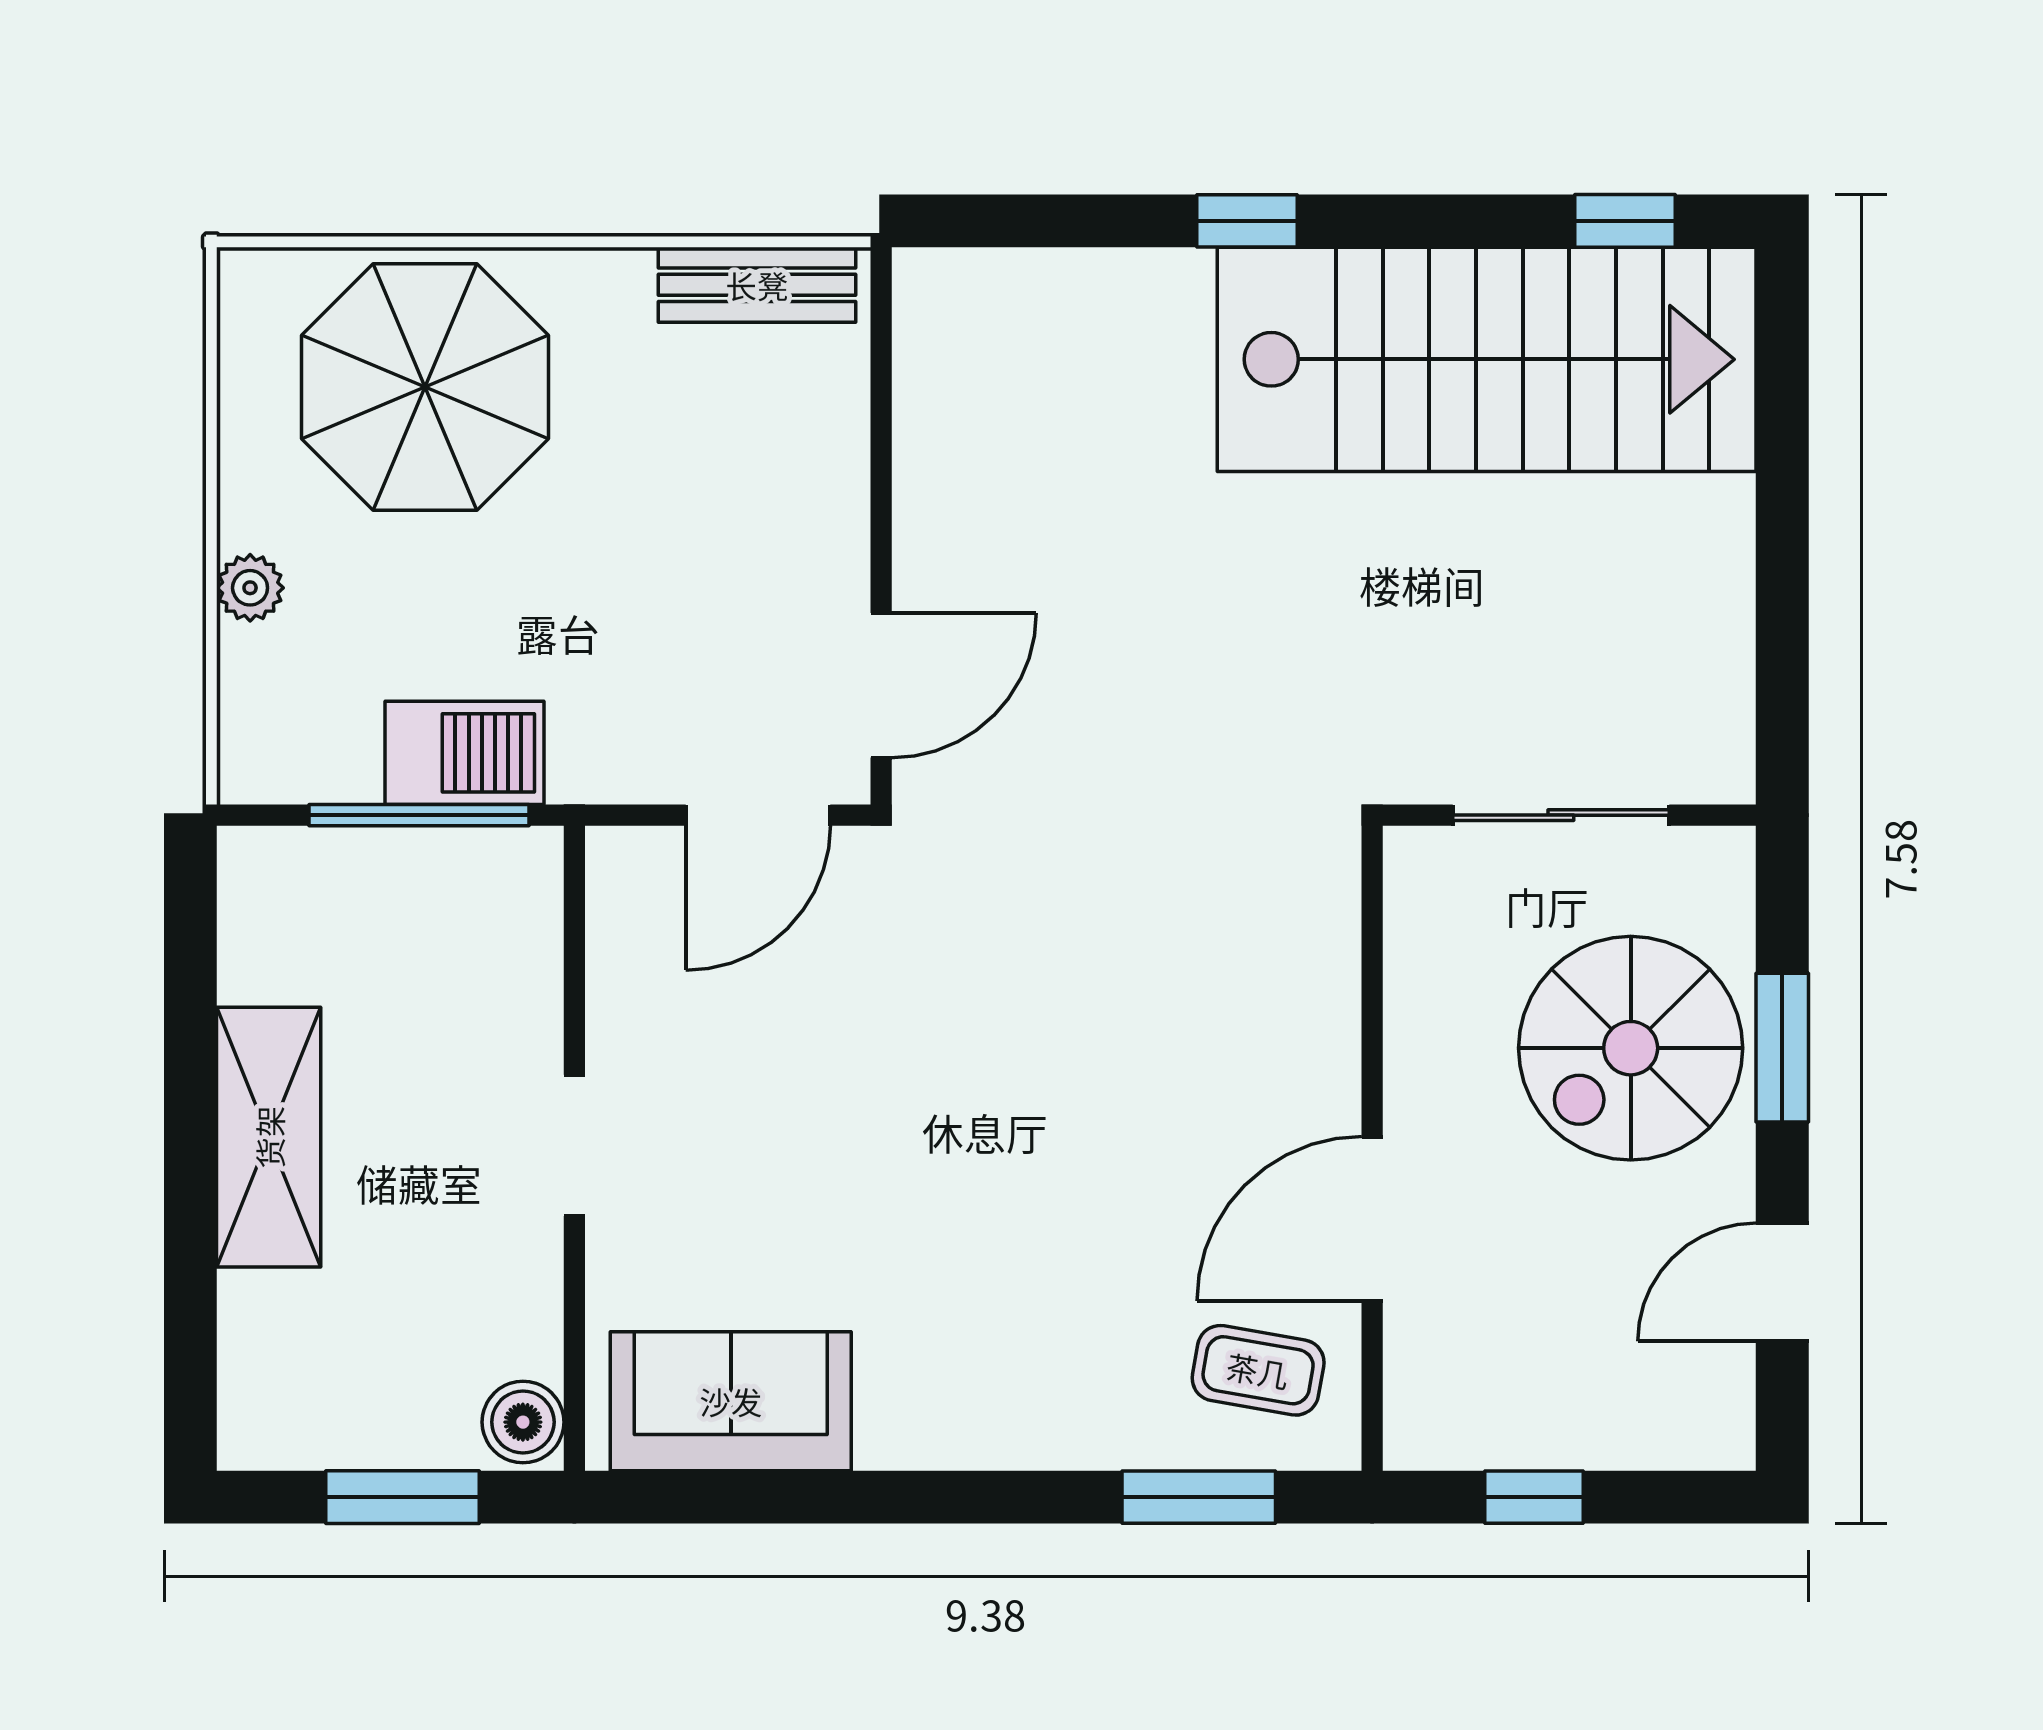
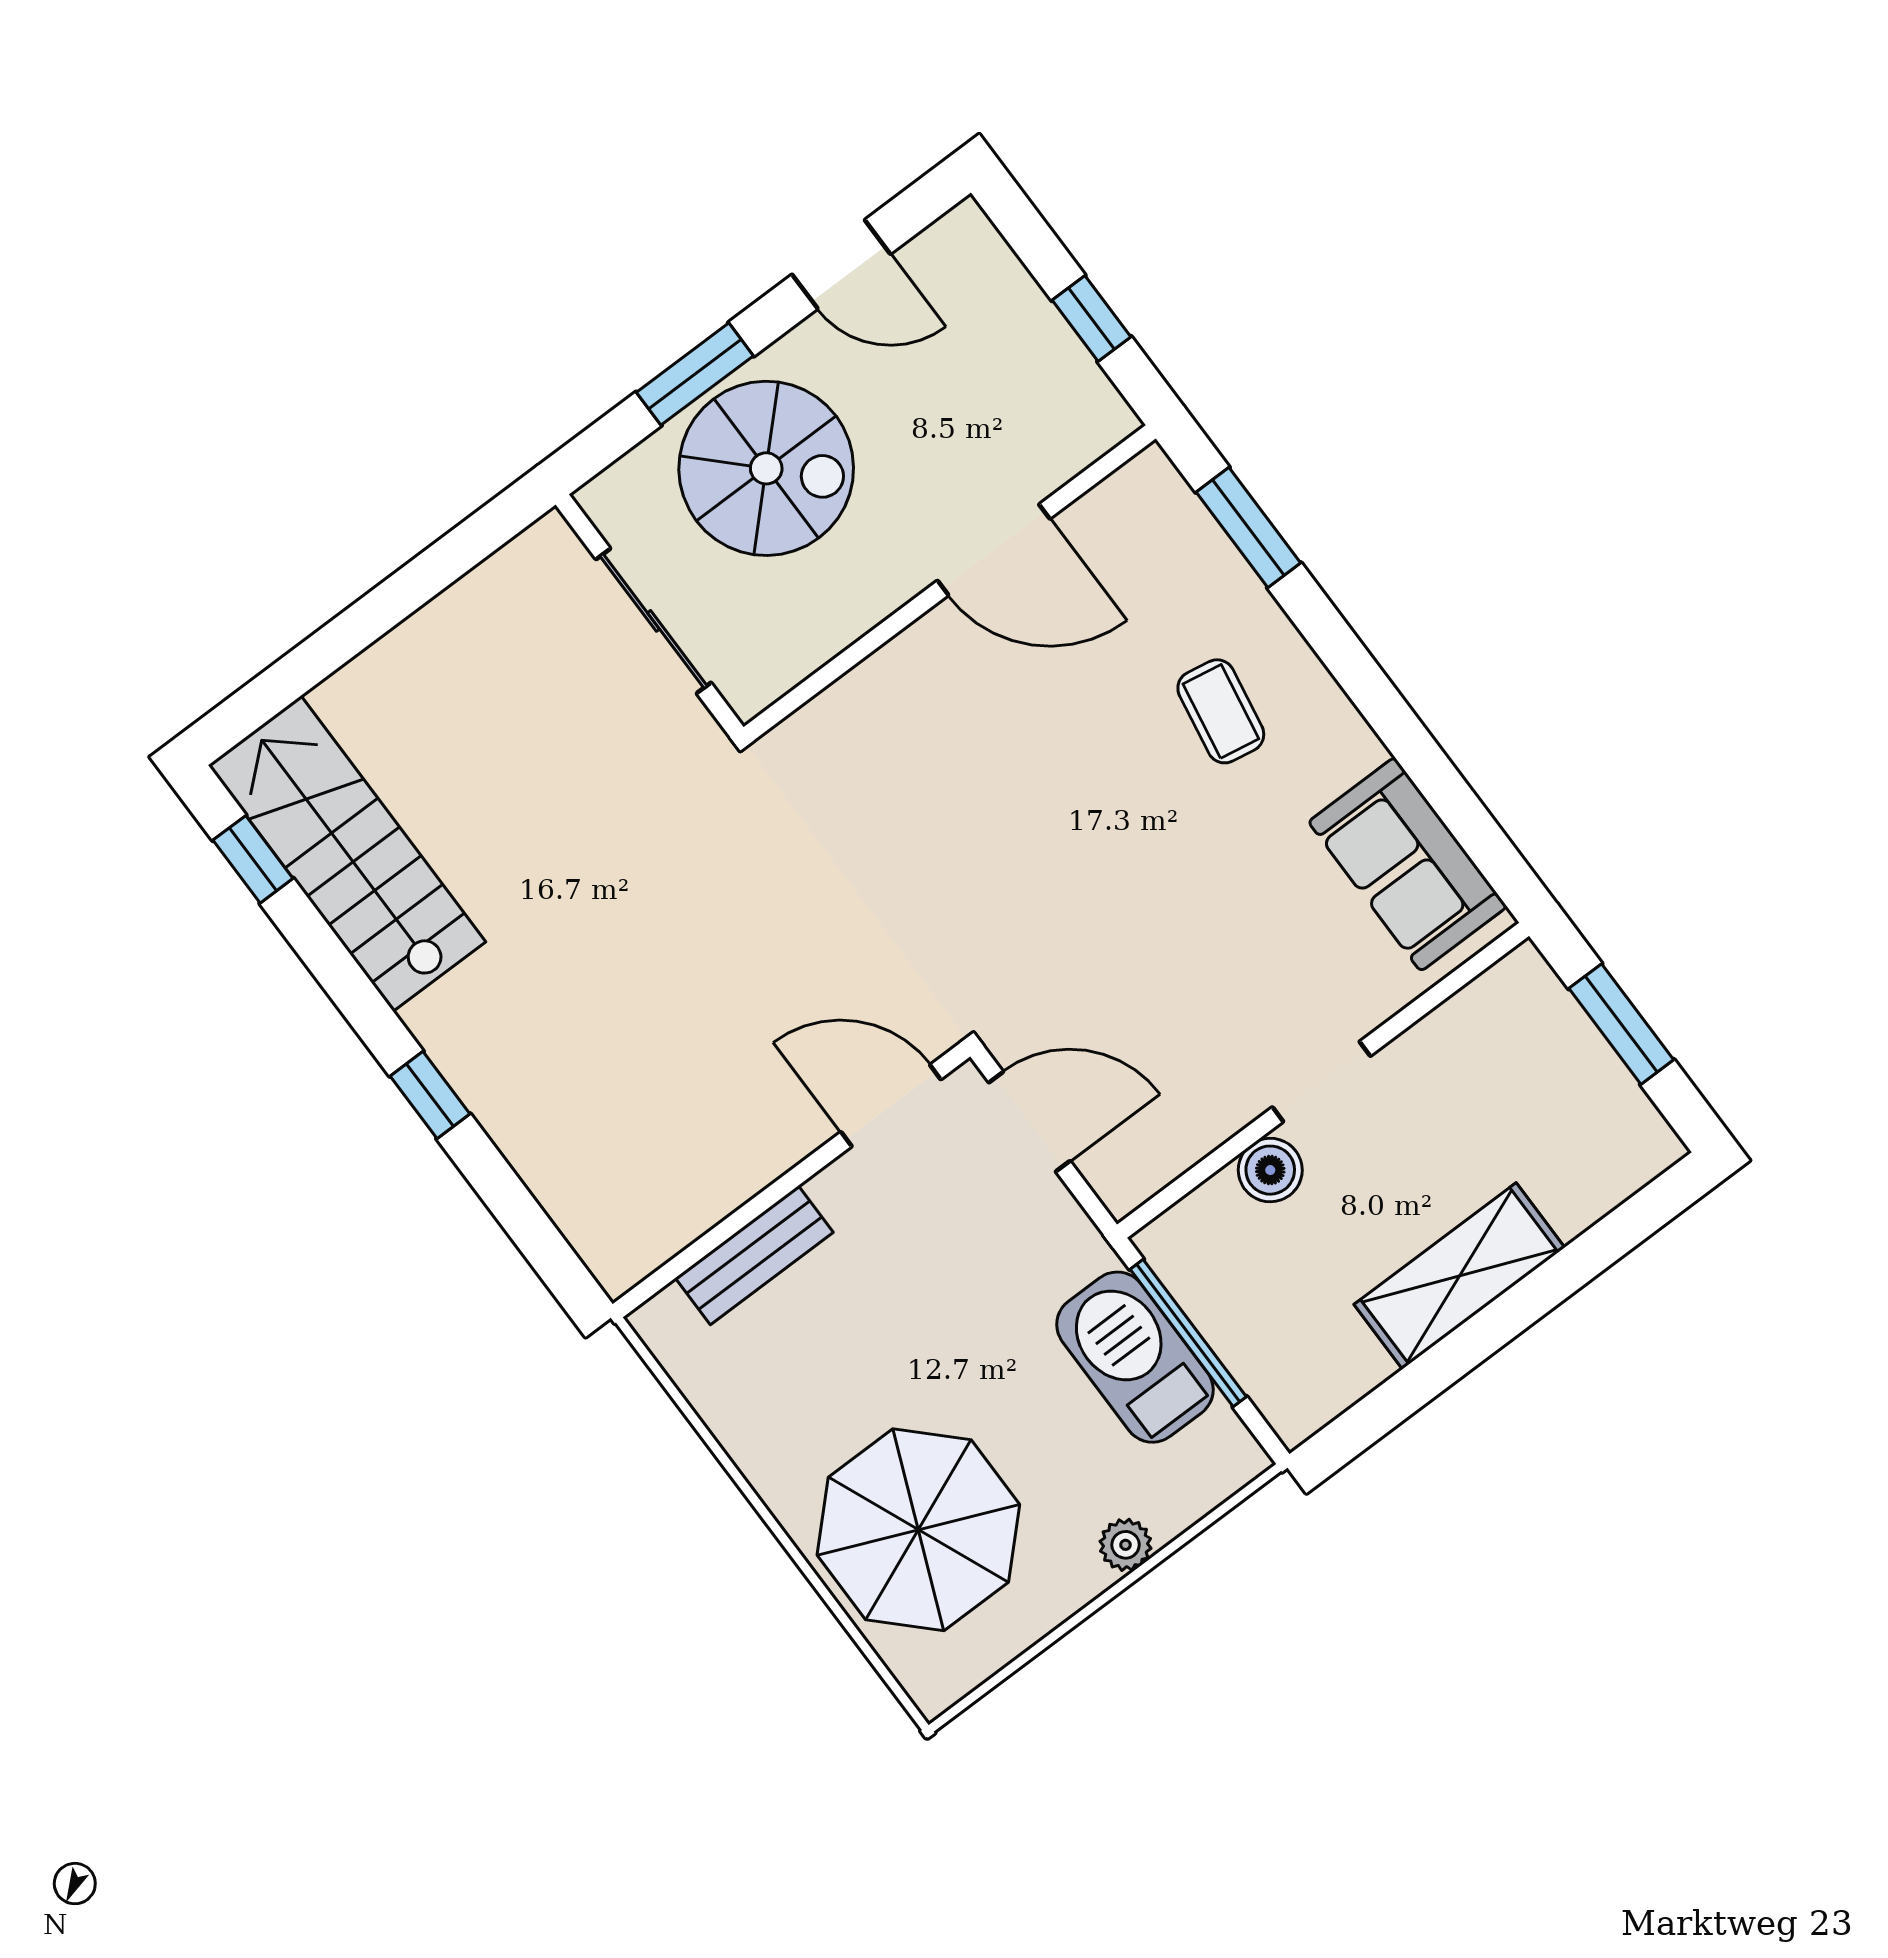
bench: (757, 285) -> (754, 1255), moved, turned 90
stairs: (1487, 359) -> (347, 854), width x0.73, depth x0.66
barbecue: (465, 753) -> (1135, 1357), width x1.37, depth x1.21
coffee table: (1258, 1370) -> (1221, 711), moved
boiler: (523, 1422) -> (1270, 1170), moved

